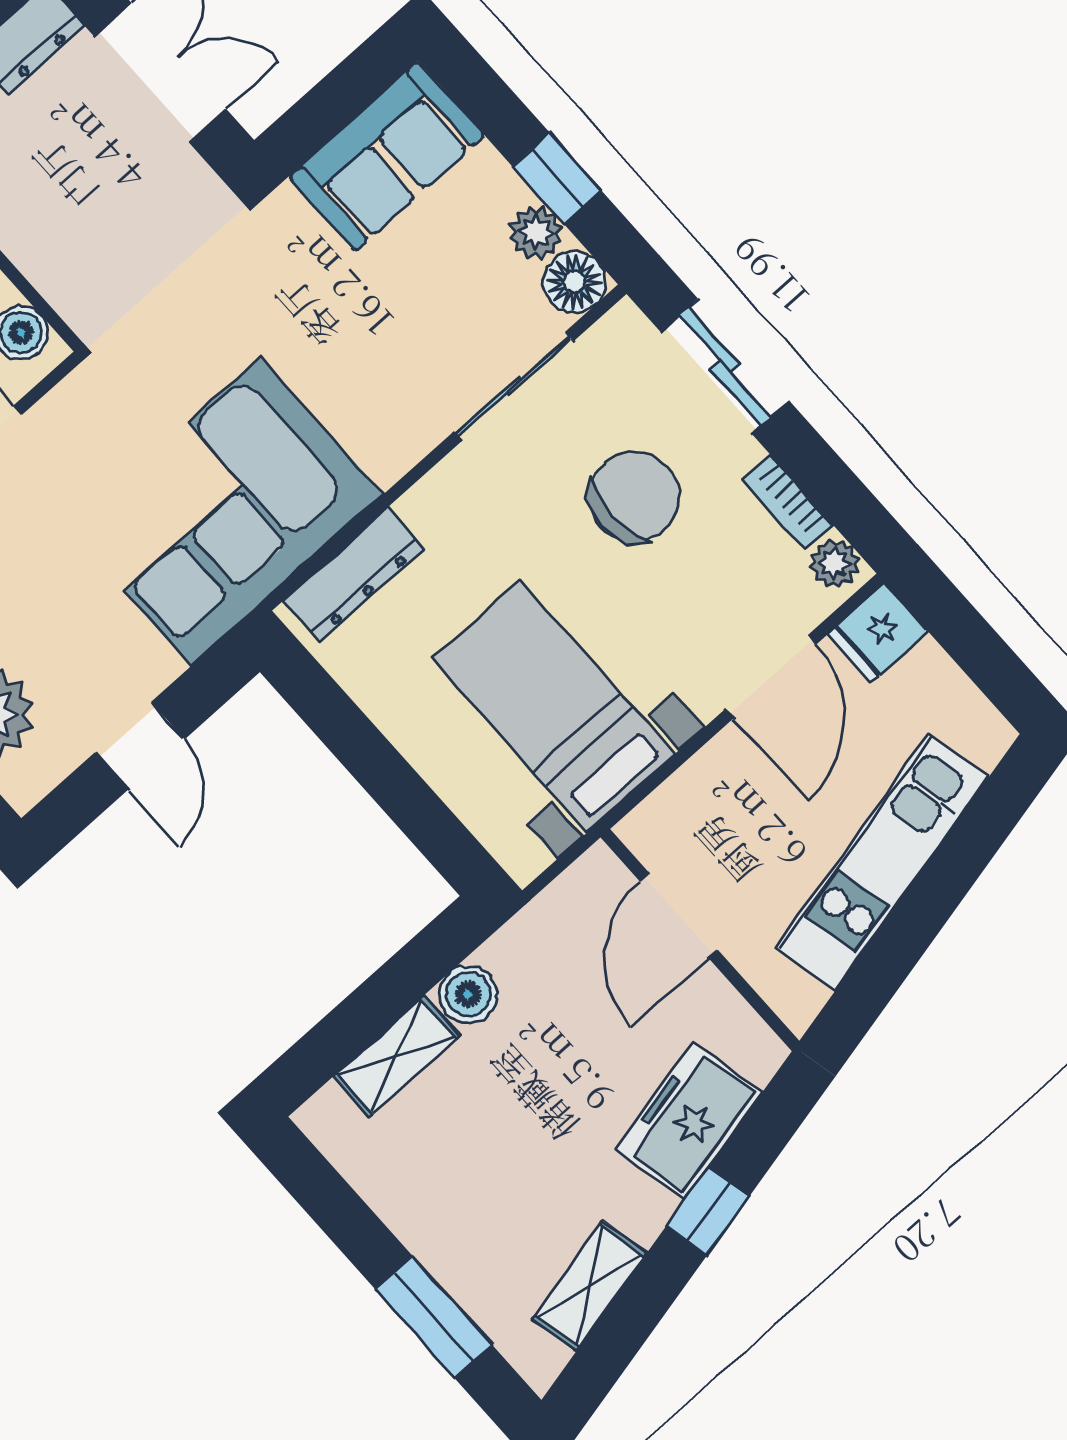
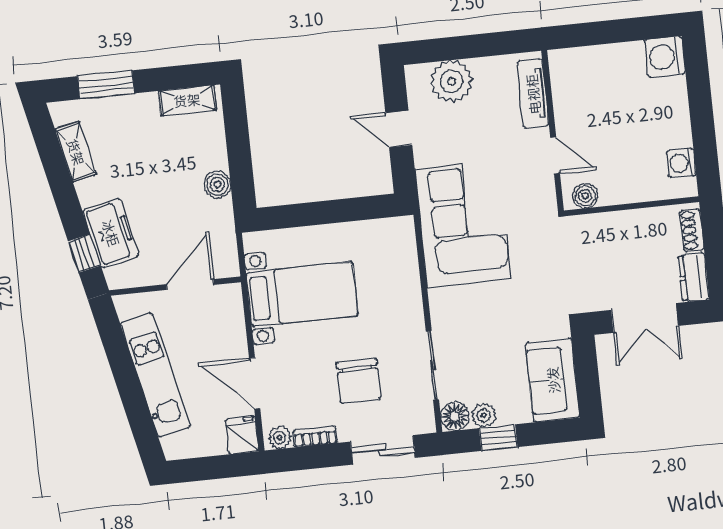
dresser: (354, 574) -> (405, 255), removed
door: (679, 915) -> (190, 285), hinge flipped
shelving: (397, 1056) -> (187, 100), moved, turned 90
window: (708, 1211) -> (84, 253), moved

